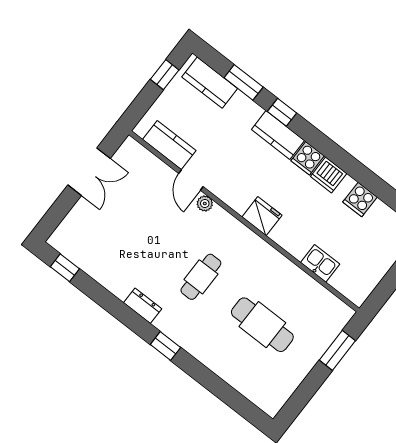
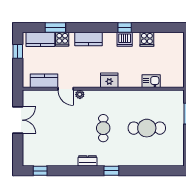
window: (282, 112) -> (125, 28), moved
cooker: (308, 158) -> (62, 39), moved

